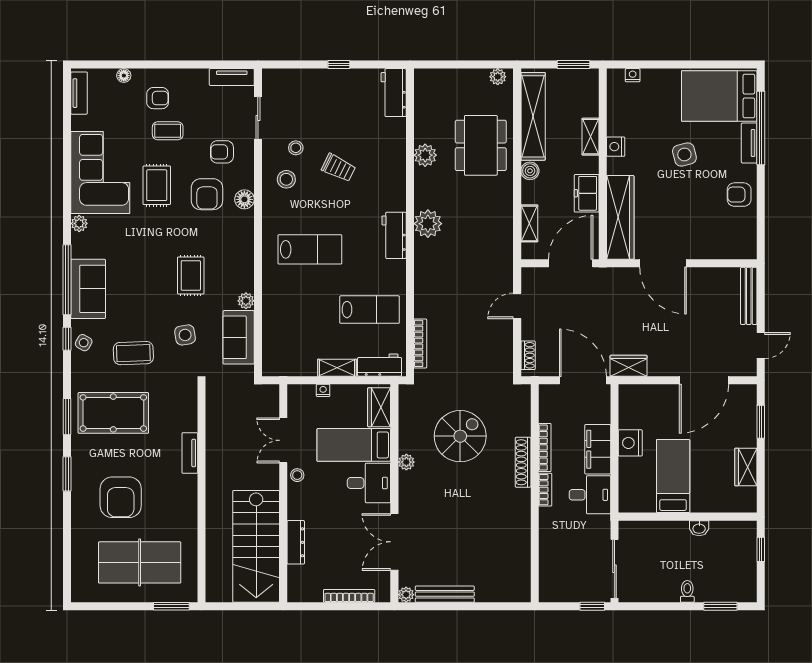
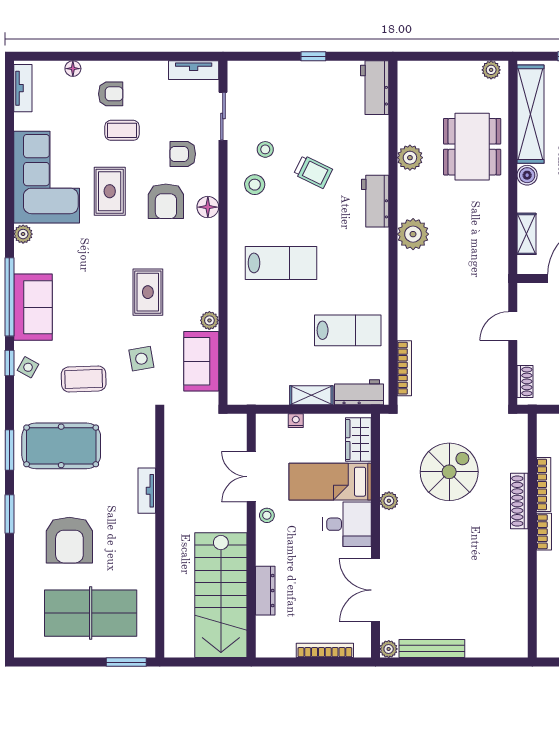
workbench: (394, 235) -> (375, 201), moved

